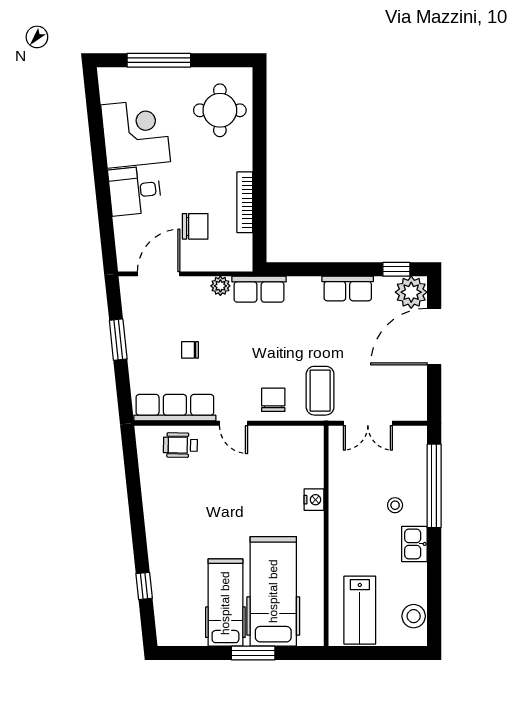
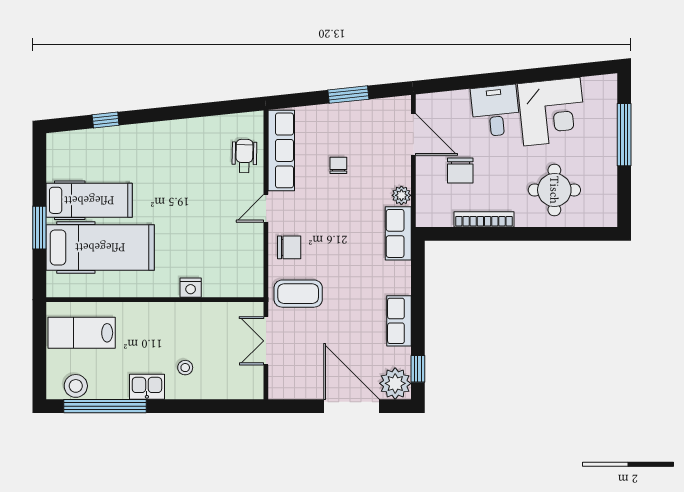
round table: (220, 110) -> (554, 190), moved
window: (434, 486) -> (105, 406), moved

